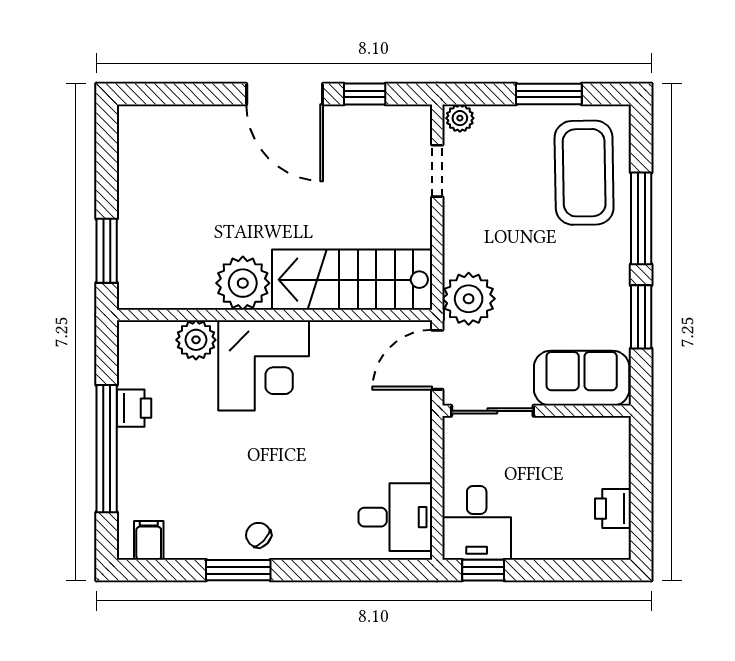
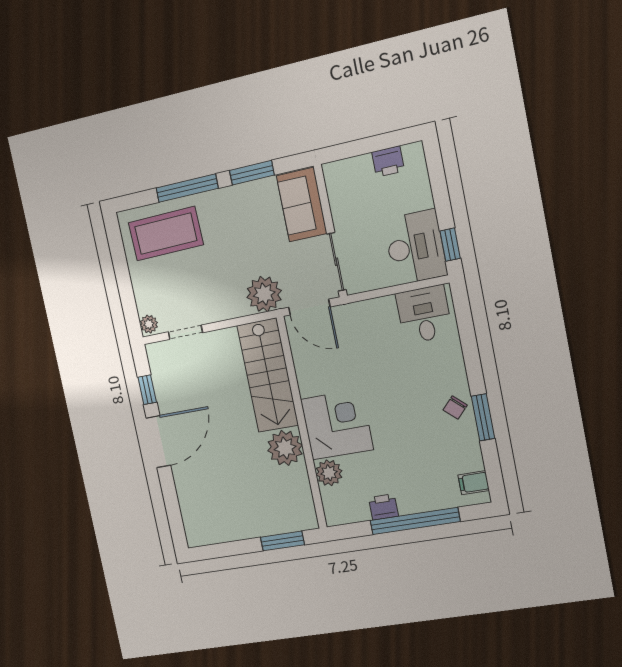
window: (549, 94) -> (121, 268), removed
desk: (477, 523) -> (415, 247), width x1.37

